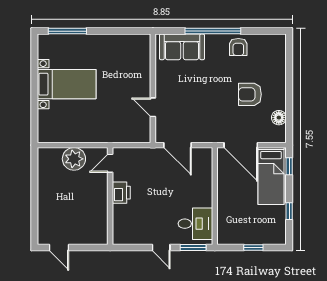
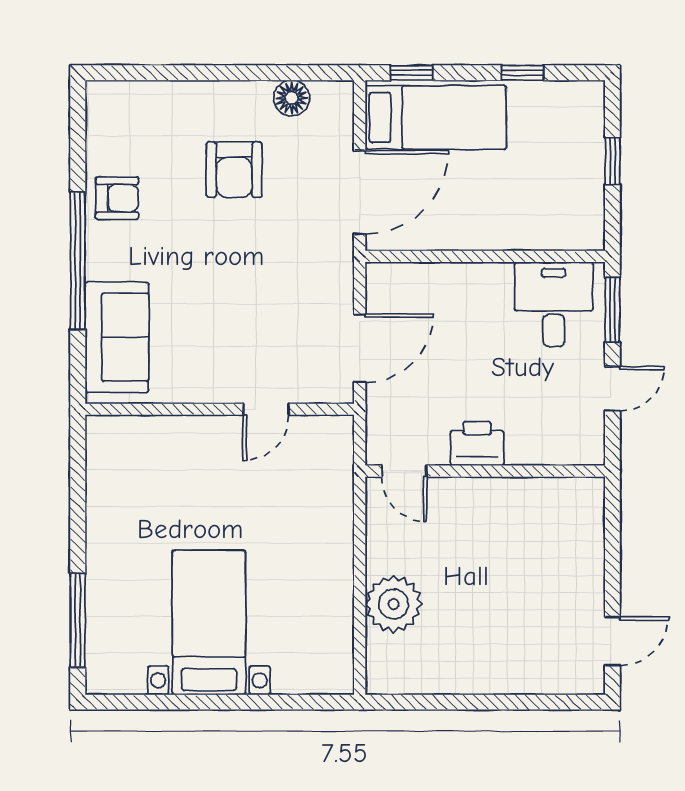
door: (110, 163) -> (404, 471), moved
printer: (121, 193) -> (477, 444), moved
wall: (110, 196) -> (485, 471), moved

